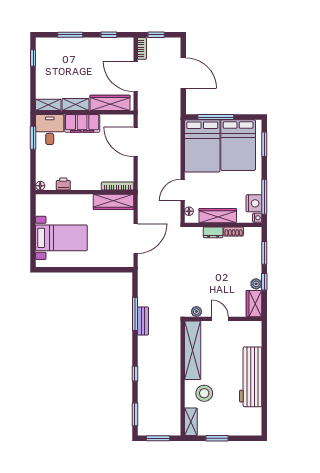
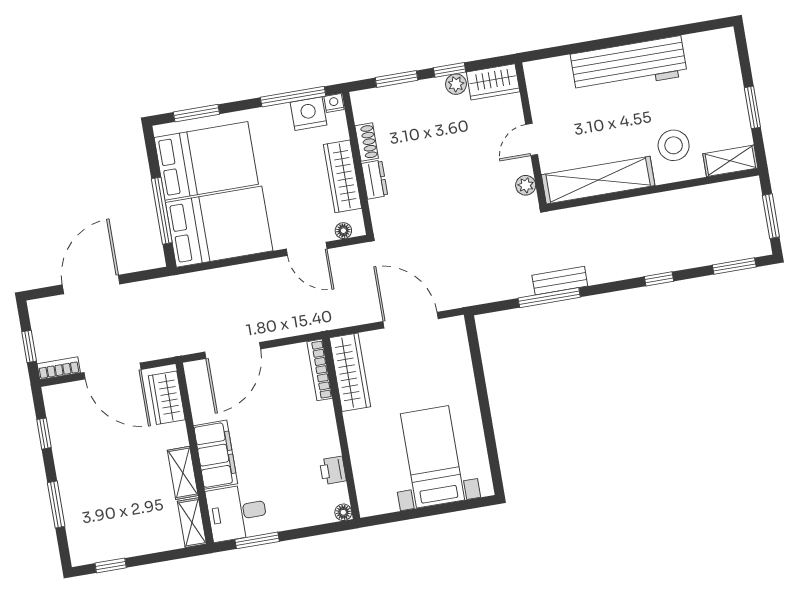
door: (136, 77) -> (113, 371), hinge flipped
wardrobe: (110, 103) -> (167, 398), width x0.67

